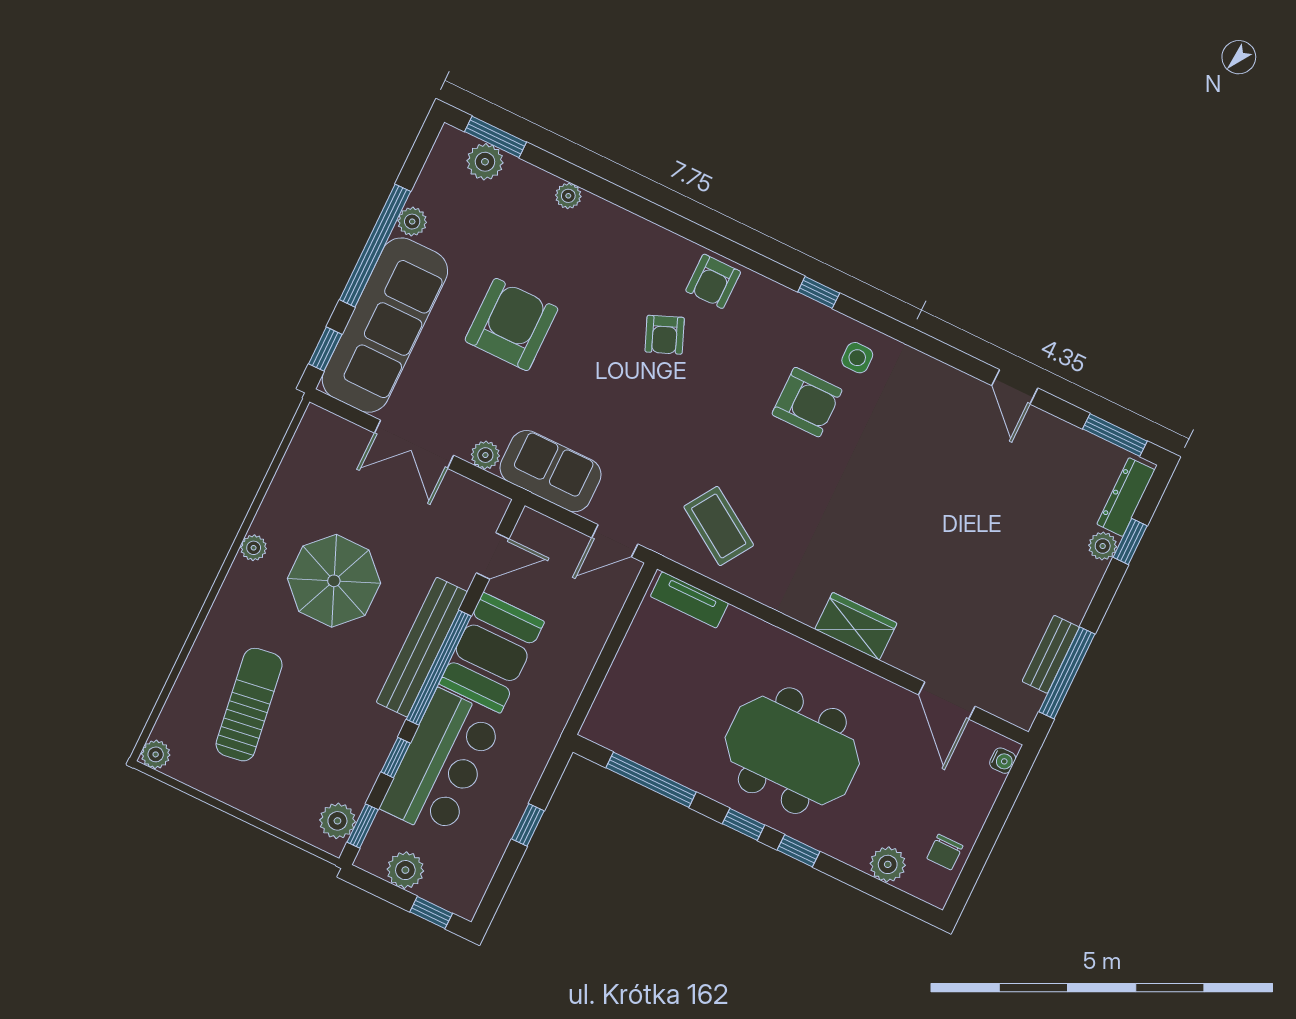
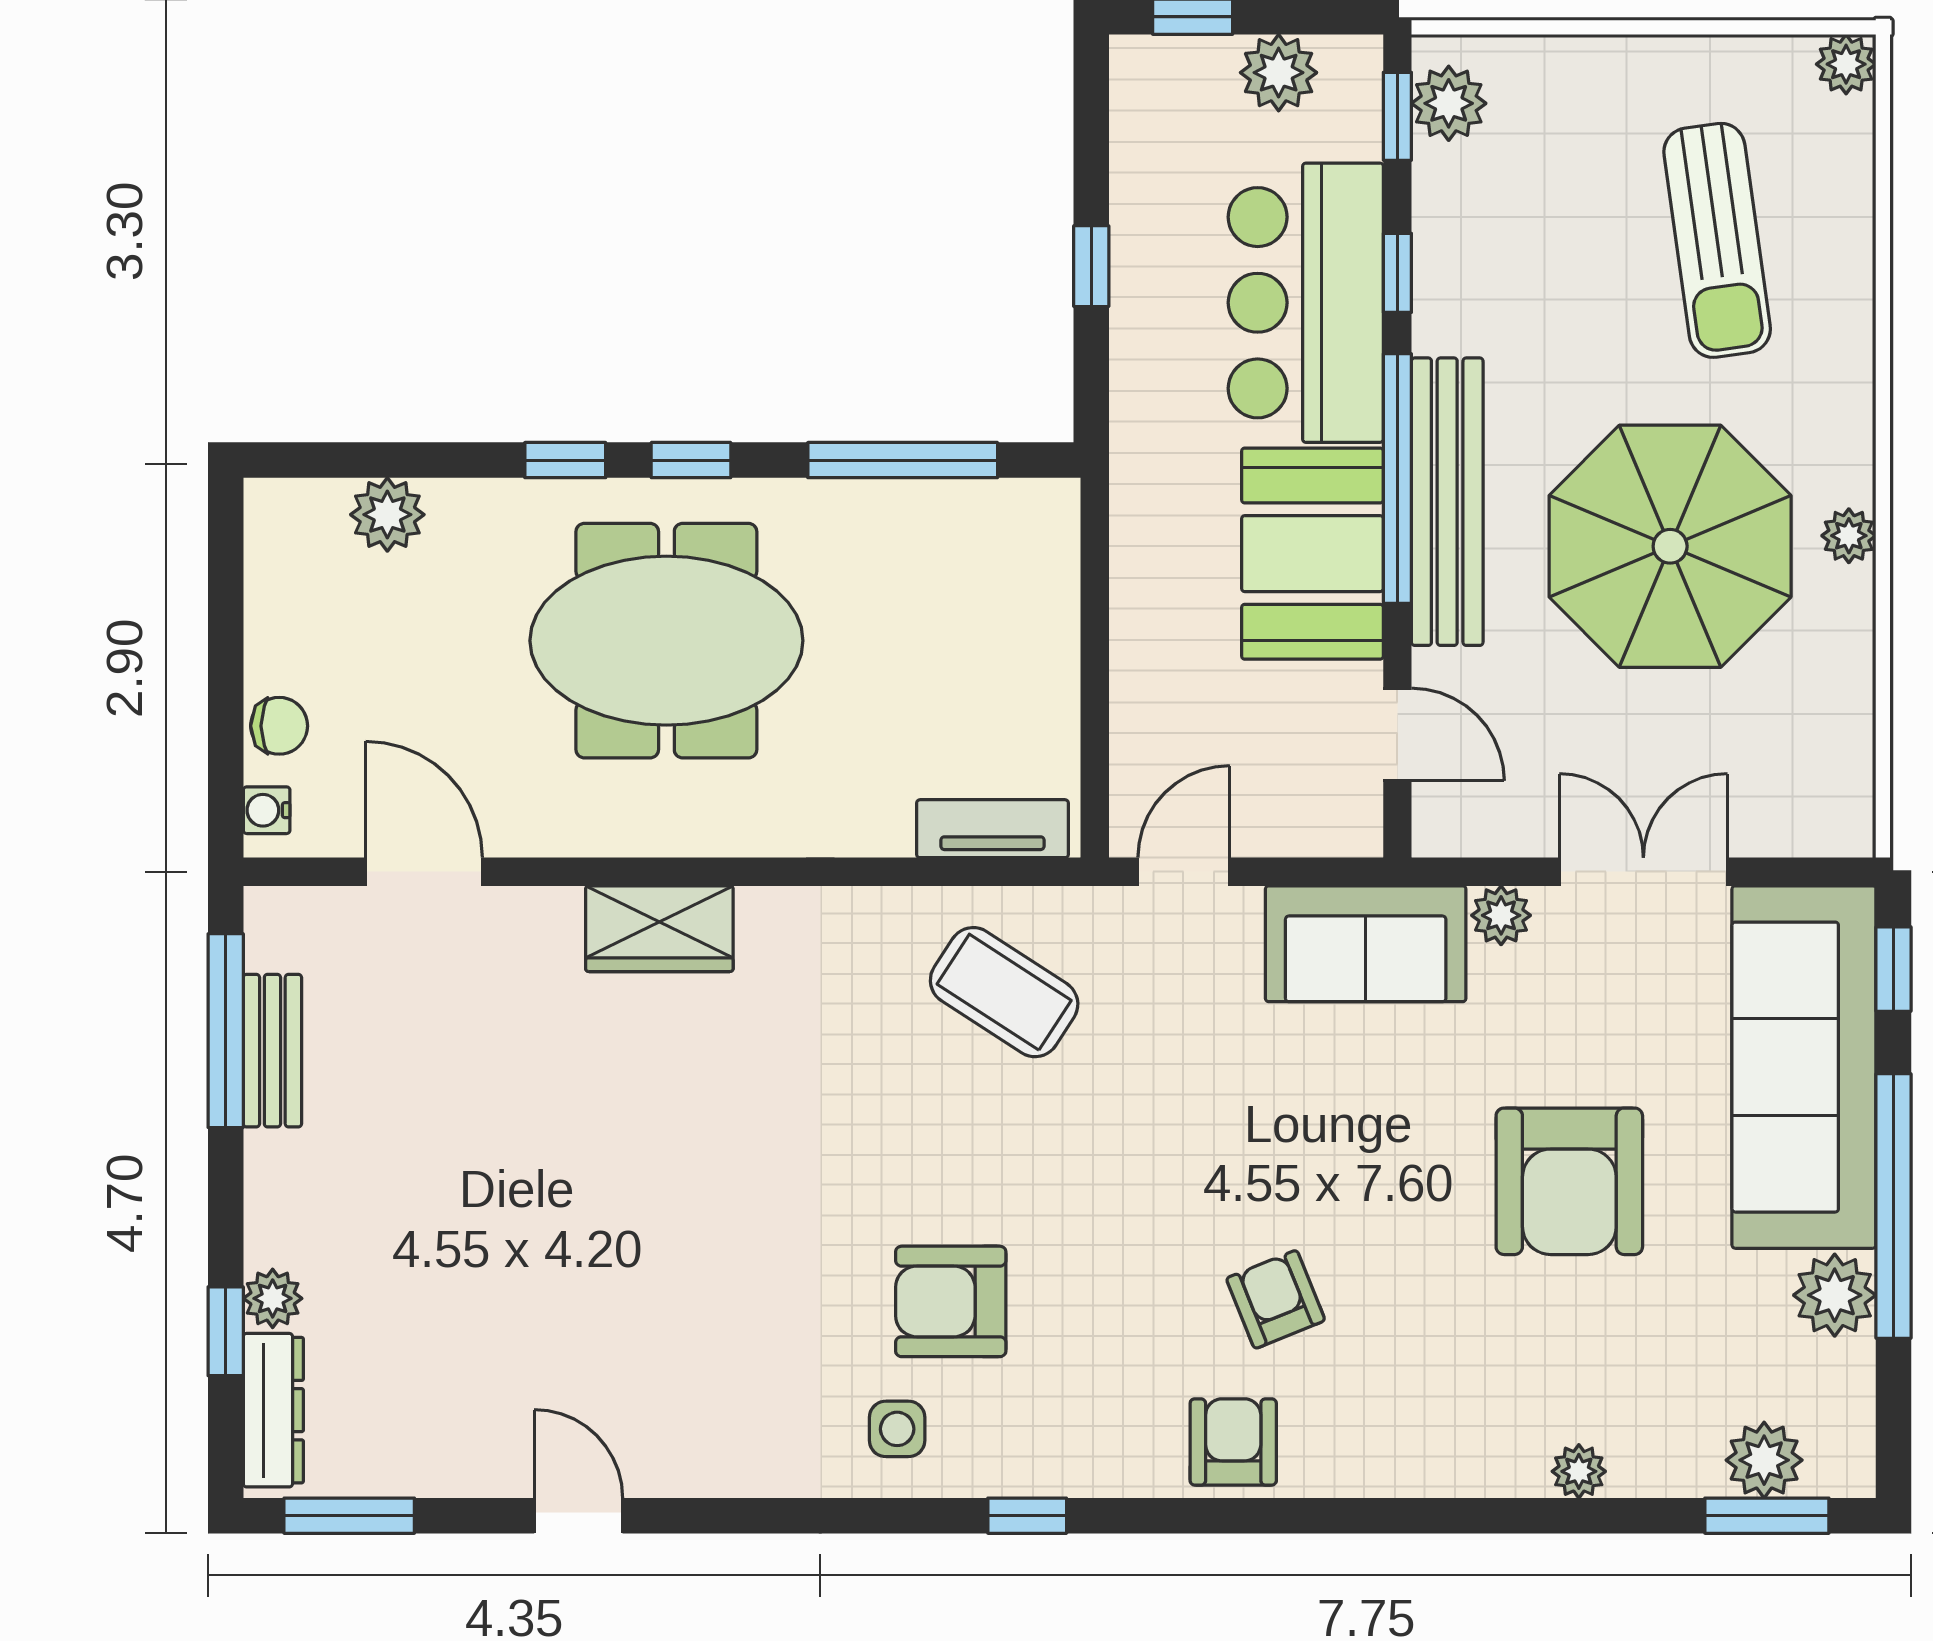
plant: (412, 222) -> (1835, 1295), width x1.38, depth x1.38
door: (493, 556) -> (1397, 735), swing flipped
parasol: (334, 581) -> (1670, 546), width x1.36, depth x1.36
chair: (945, 852) -> (279, 726), moved, turned 90

